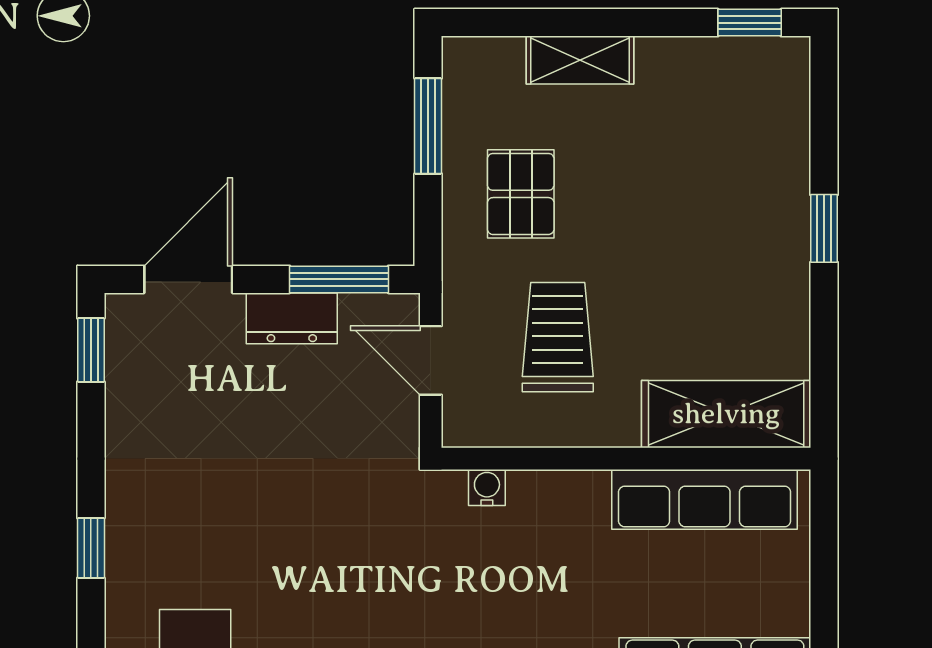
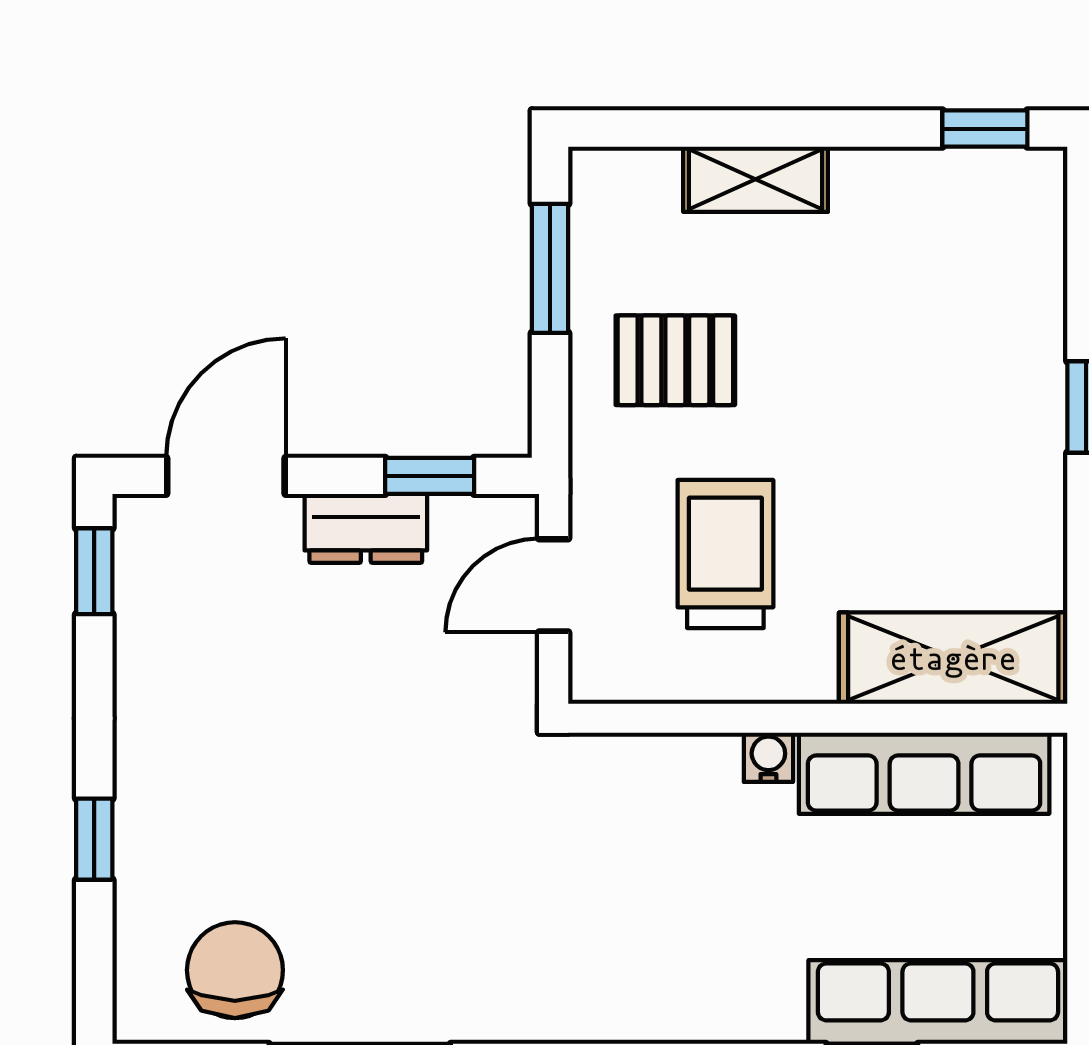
pallet: (521, 194) -> (675, 360), turned 90
window: (339, 279) -> (430, 476), width x0.67
door: (431, 360) -> (554, 585), hinge flipped
water cooler: (487, 488) -> (768, 757), moved

